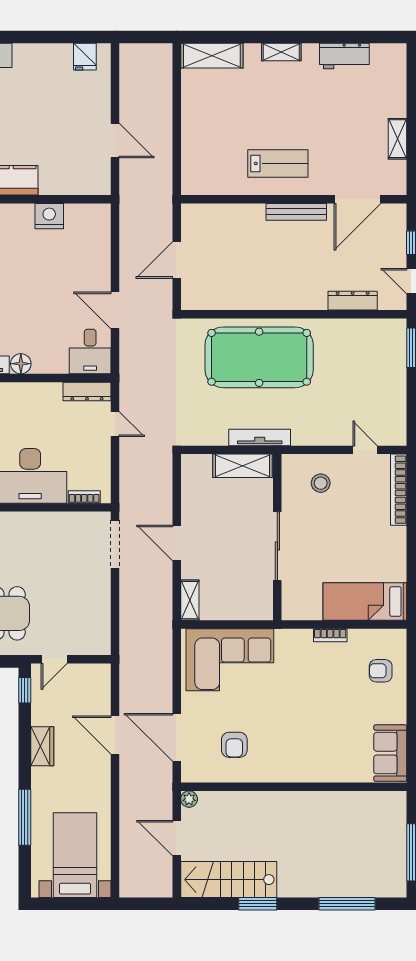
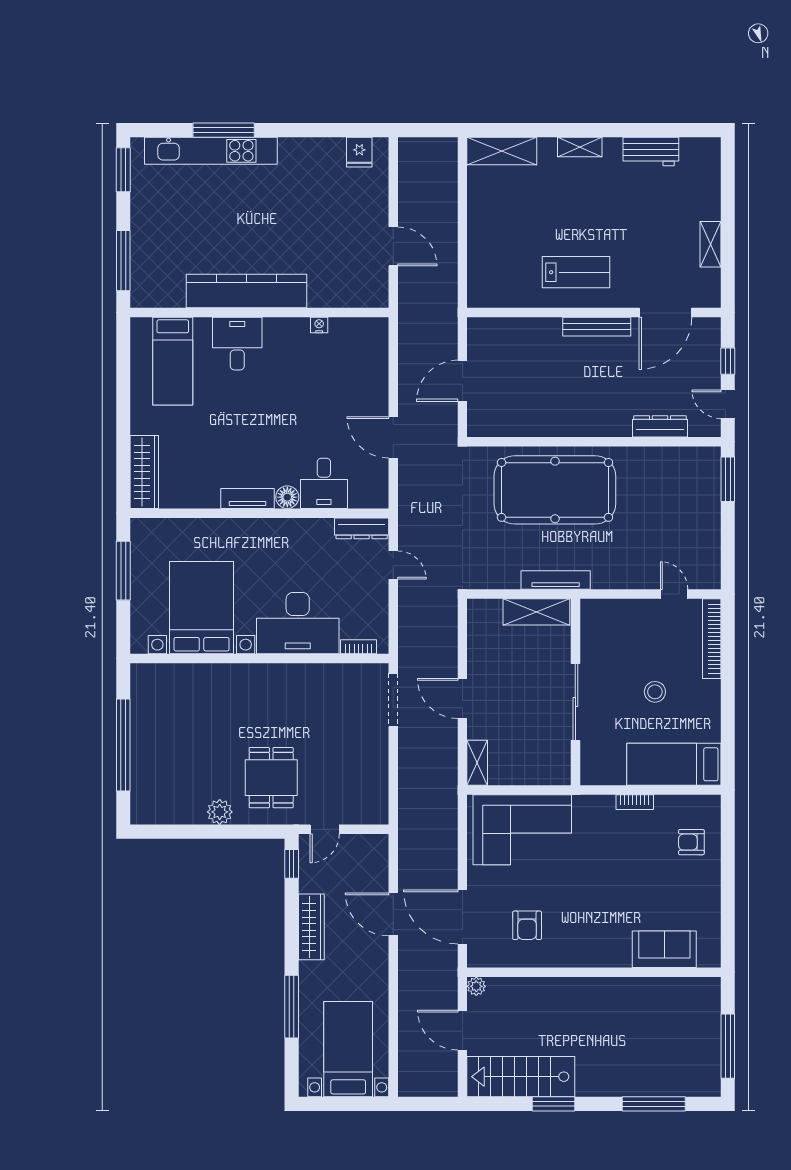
nightstand: (49, 216) -> (319, 325), width x0.53, depth x0.56
desk: (90, 351) -> (324, 483), moved
stool: (321, 483) -> (655, 692), moved
wardrobe: (42, 746) -> (311, 927), width x1.50
sofa: (390, 753) -> (664, 949), moved, turned 90

